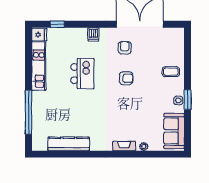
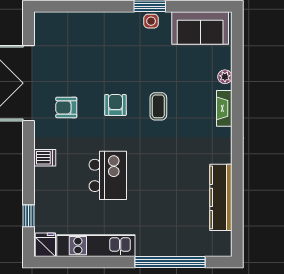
coffee table: (171, 72) -> (158, 106), moved
kitchen island: (82, 74) -> (108, 175), turned 90

